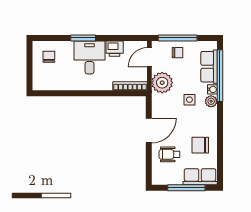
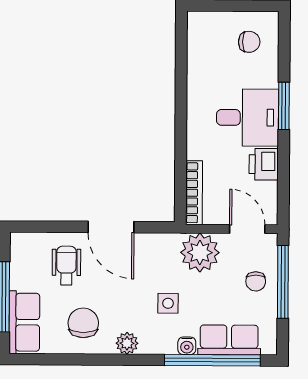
plant: (211, 101) -> (127, 343), moved

